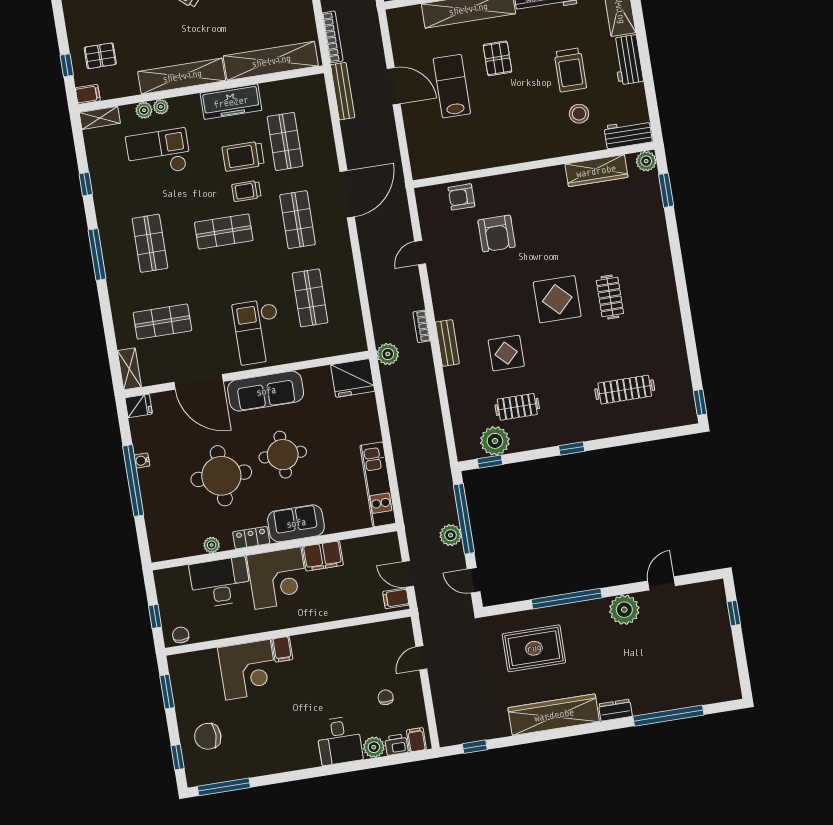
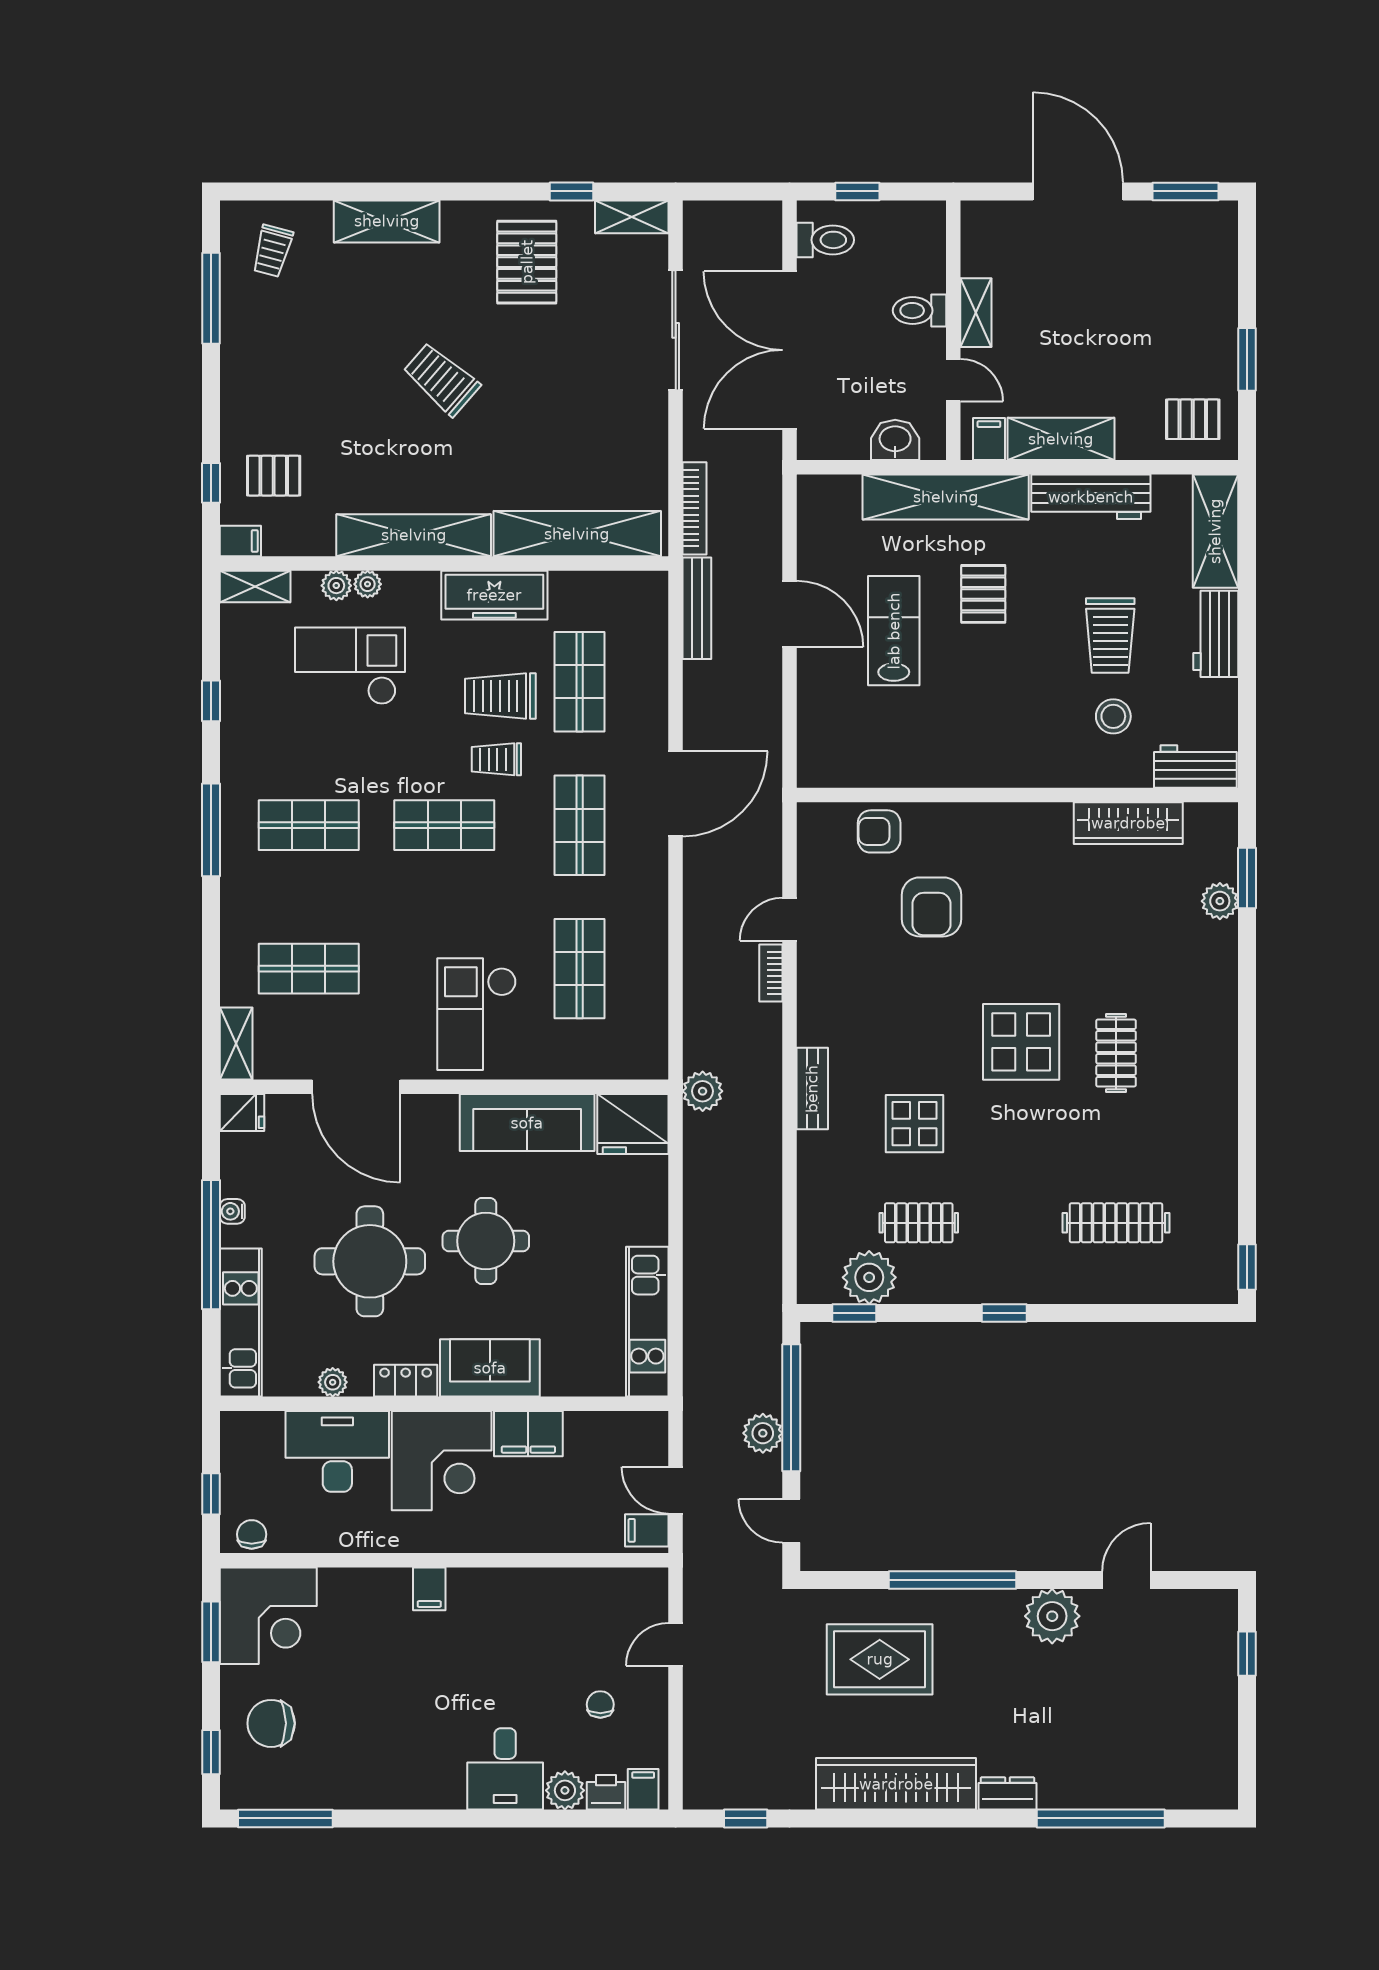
plant: (646, 161) -> (1220, 901), moved
shop shelf: (150, 243) -> (309, 825), turned 90
bookcase: (422, 326) -> (771, 973), moved
sofa: (266, 391) -> (527, 1123), moved
kitchen unit: (156, 520) -> (241, 1322), added
corner desk: (248, 670) -> (268, 1616), moved

